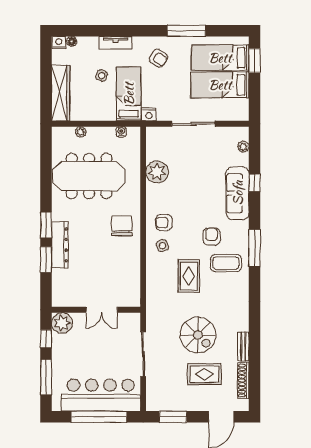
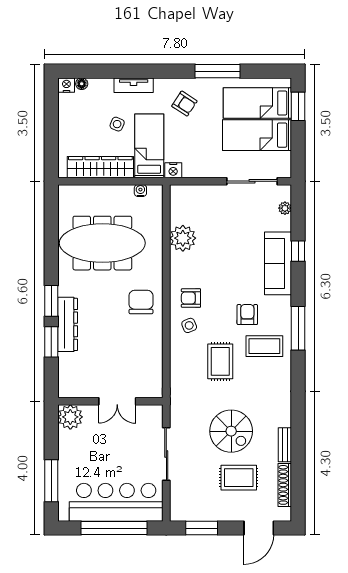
wardrobe: (61, 93) -> (100, 167), moved, turned -90
sliding door: (193, 124) -> (252, 181), moved
plant: (81, 132) -> (93, 191), removed
window: (46, 339) -> (51, 436), removed

